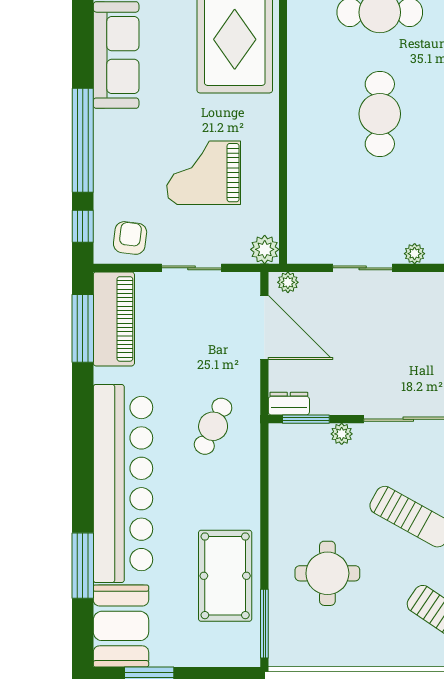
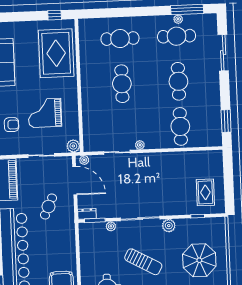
armchair: (130, 238) -> (11, 125), moved, turned 83
cafe table: (213, 426) -> (49, 207), moved

